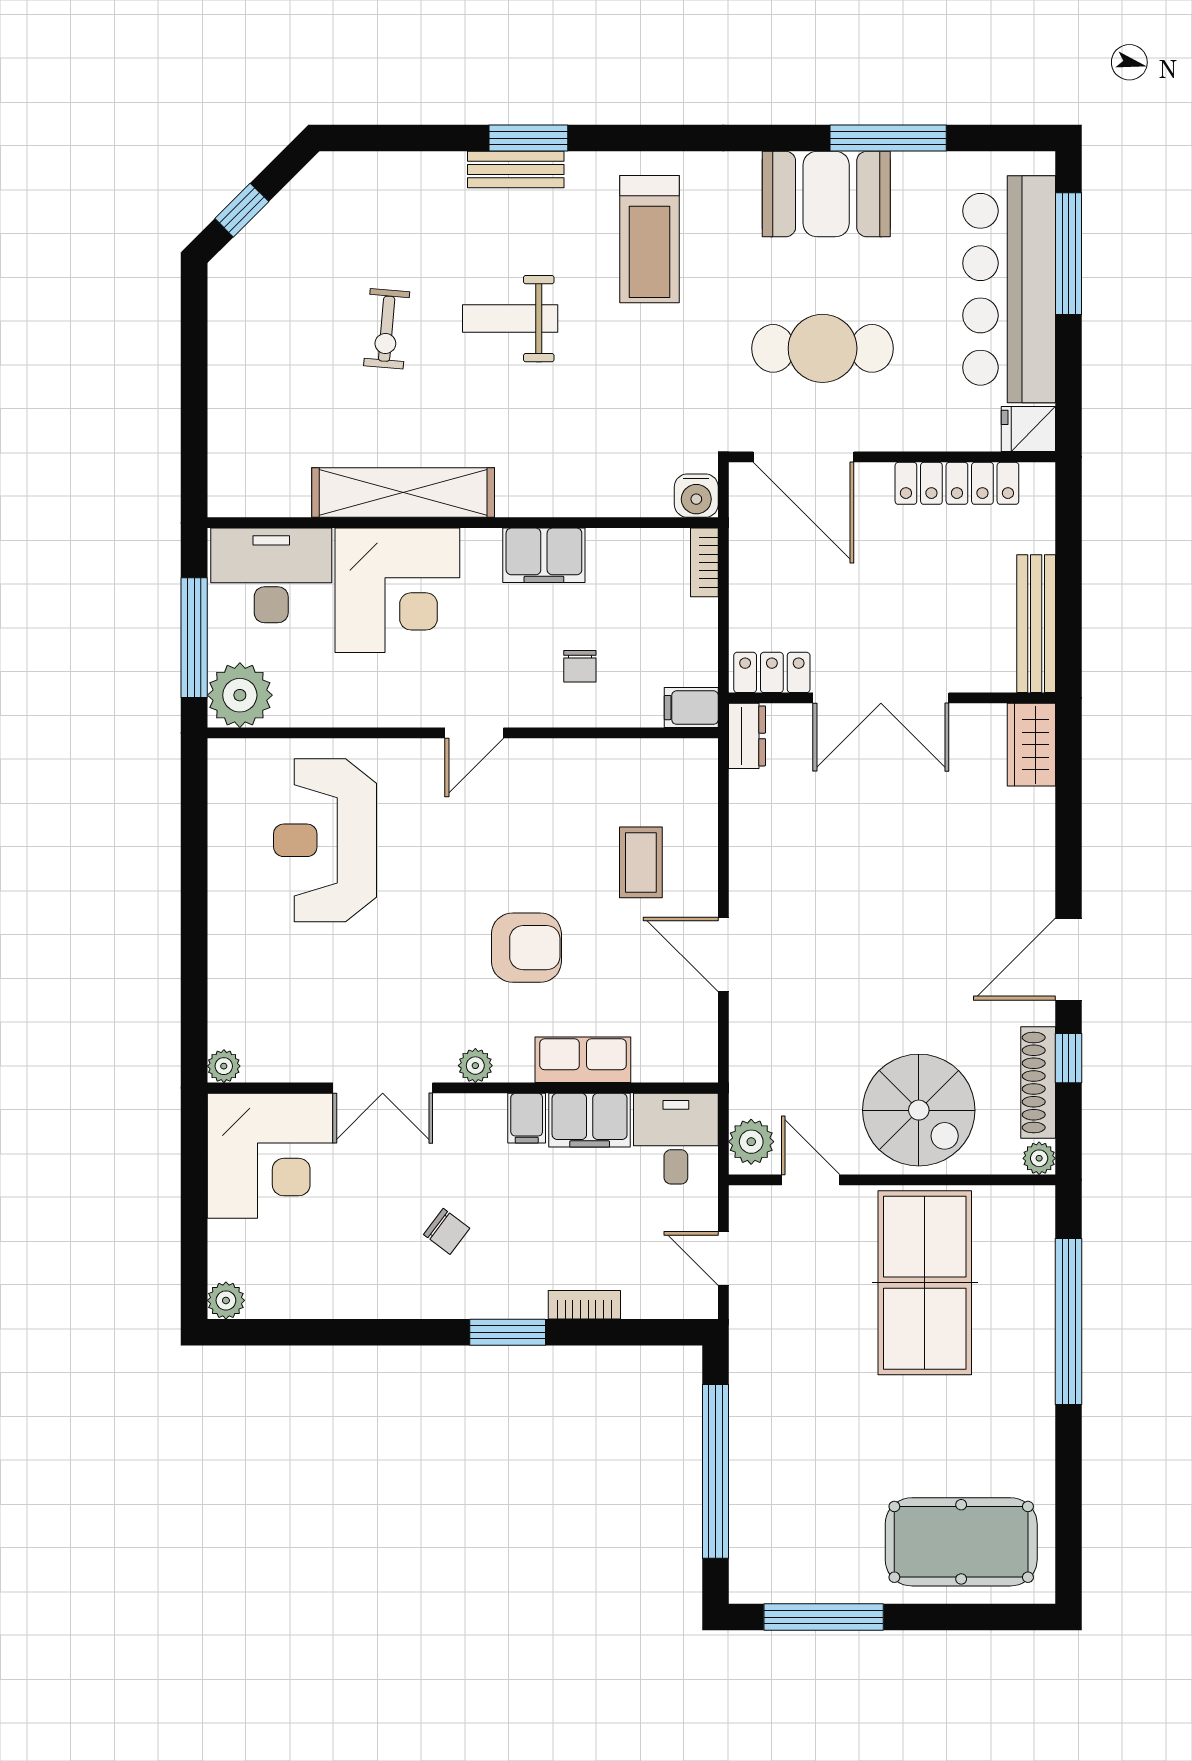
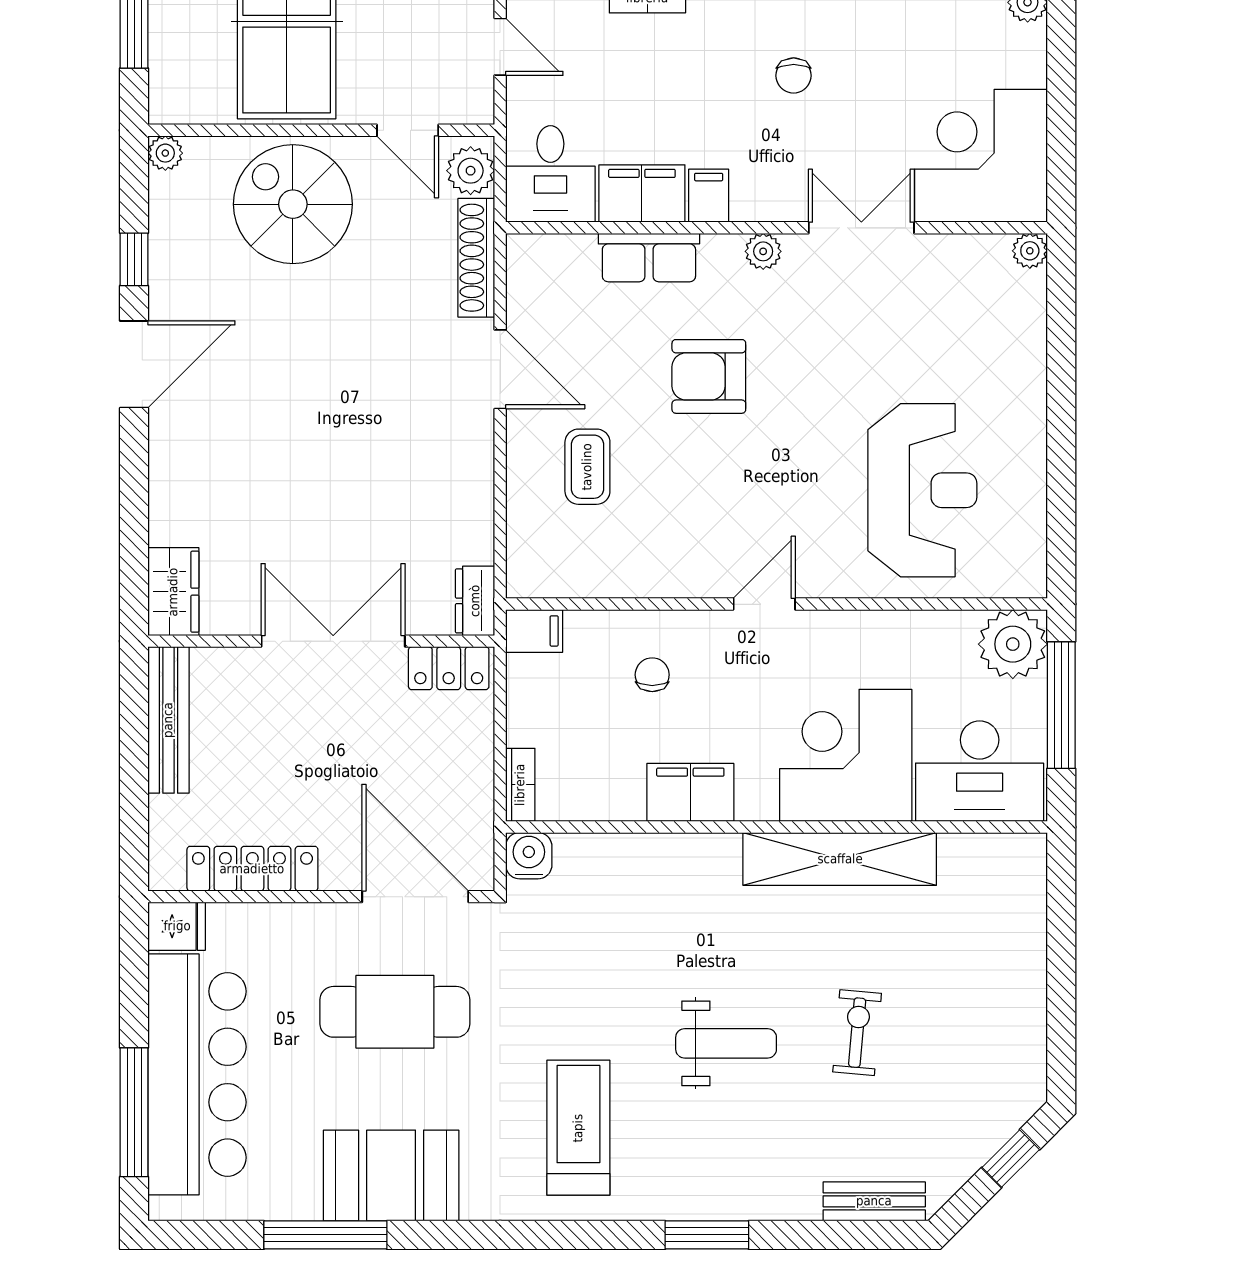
bench: (516, 170) -> (874, 1201), moved
shoe rack: (1038, 1083) -> (476, 258), moved, turned 180
chair: (447, 1231) -> (794, 76), turned -127

